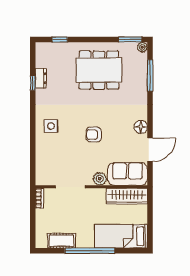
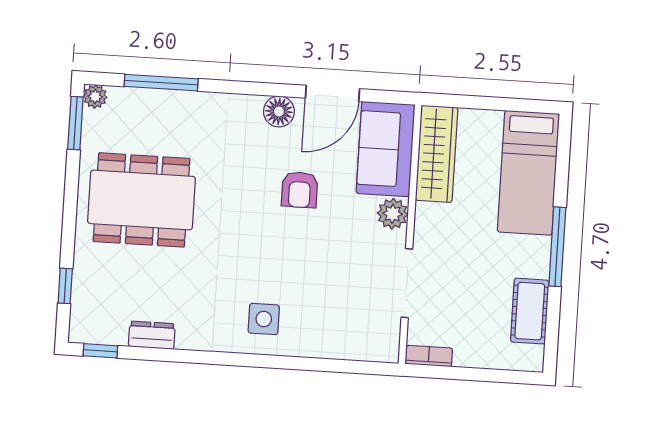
dining table: (99, 70) -> (142, 200), turned 90
window: (33, 83) -> (100, 351), moved
armchair: (94, 134) -> (300, 190), moved
door: (150, 150) -> (332, 93), swing flipped
window: (90, 251) -> (557, 247), width x0.68

